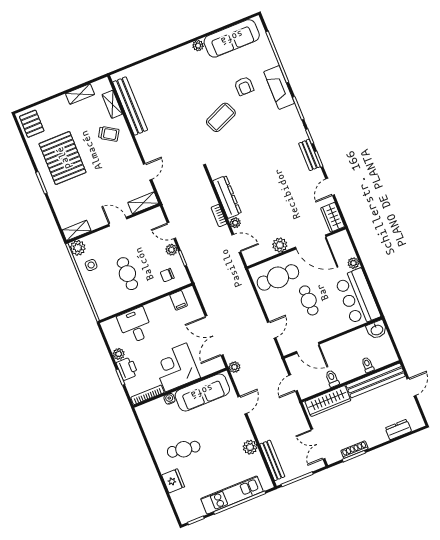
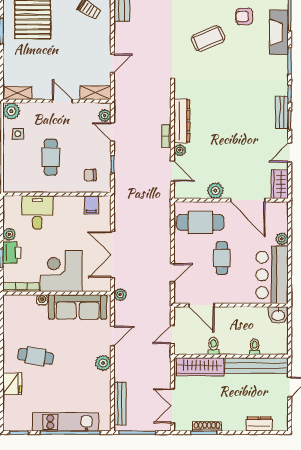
armchair: (244, 86) -> (244, 16), turned 90
plant: (171, 250) -> (105, 116), moved
plant: (250, 447) -> (103, 363), moved

